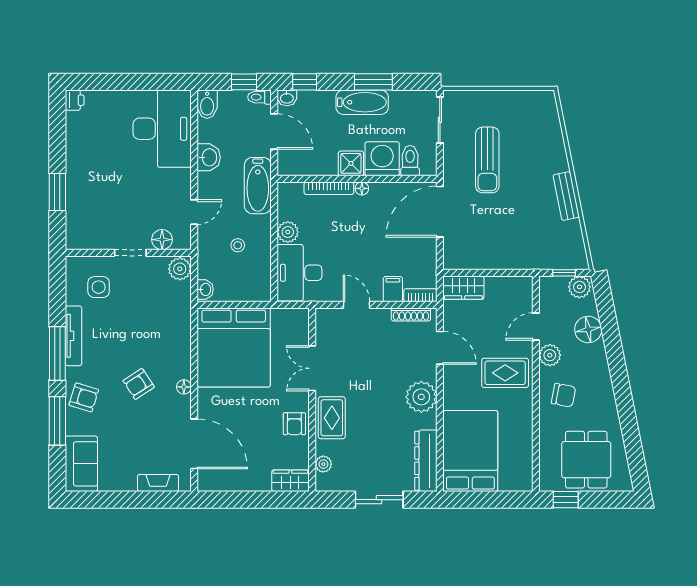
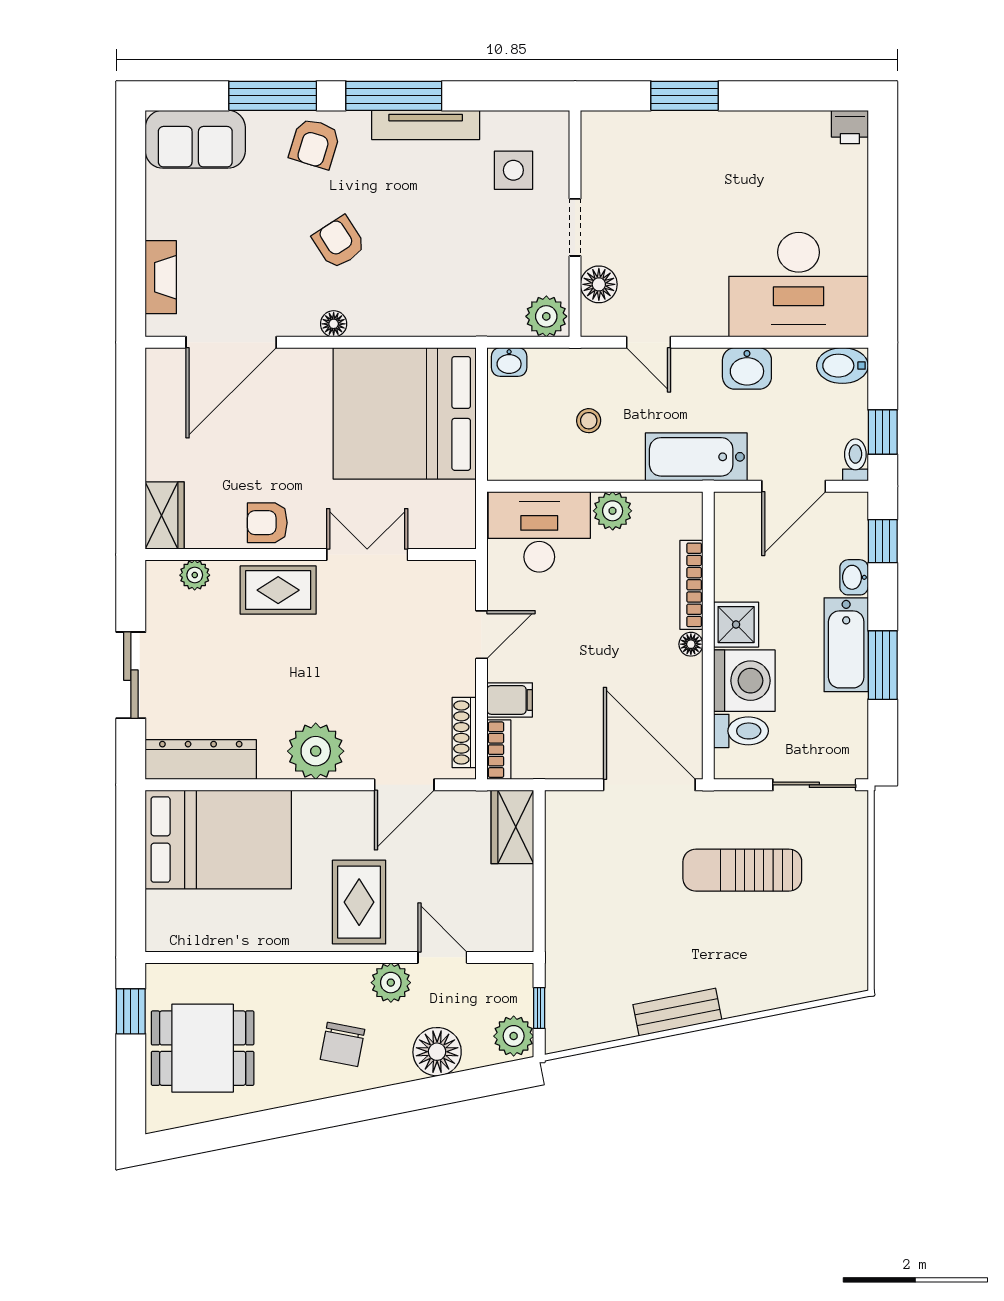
washbasin: (287, 98) -> (854, 577), moved
chair: (564, 395) -> (343, 1044), moved

